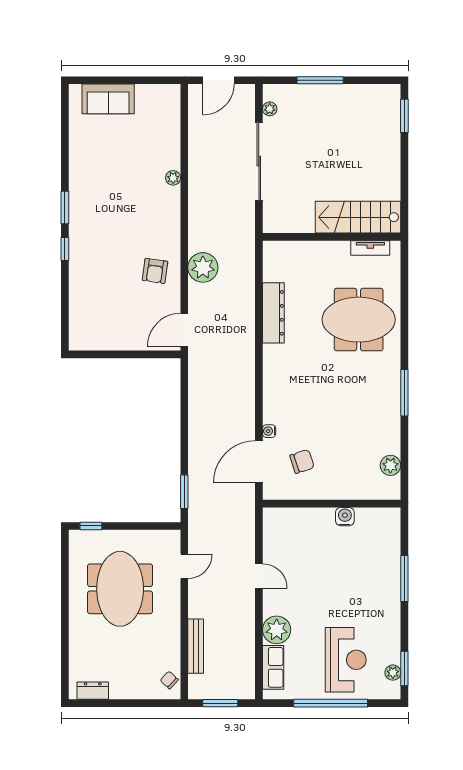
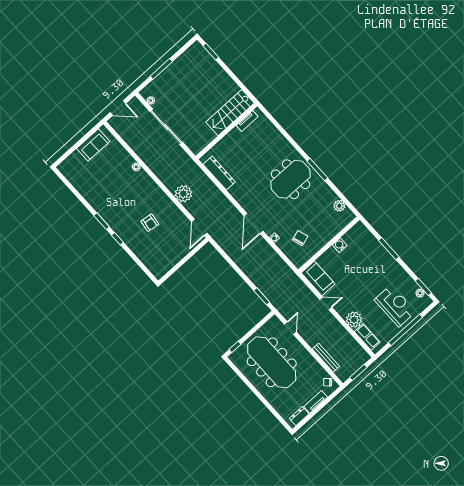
door: (218, 80) -> (118, 108), hinge flipped
sofa: (108, 99) -> (93, 145), moved
armchair: (155, 271) -> (150, 223), moved
dresser: (273, 313) -> (219, 173), moved
meeting table: (359, 320) -> (291, 179), moved
door: (259, 462) -> (254, 224), moved
sofa: (278, 534) -> (318, 278), added
meeting table: (120, 589) -> (272, 362), width x1.36
tv unit: (131, 691) -> (316, 402), added

